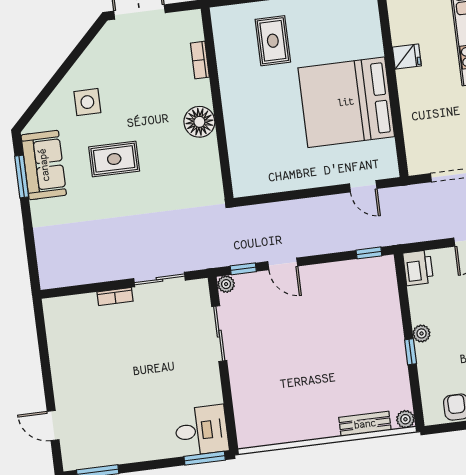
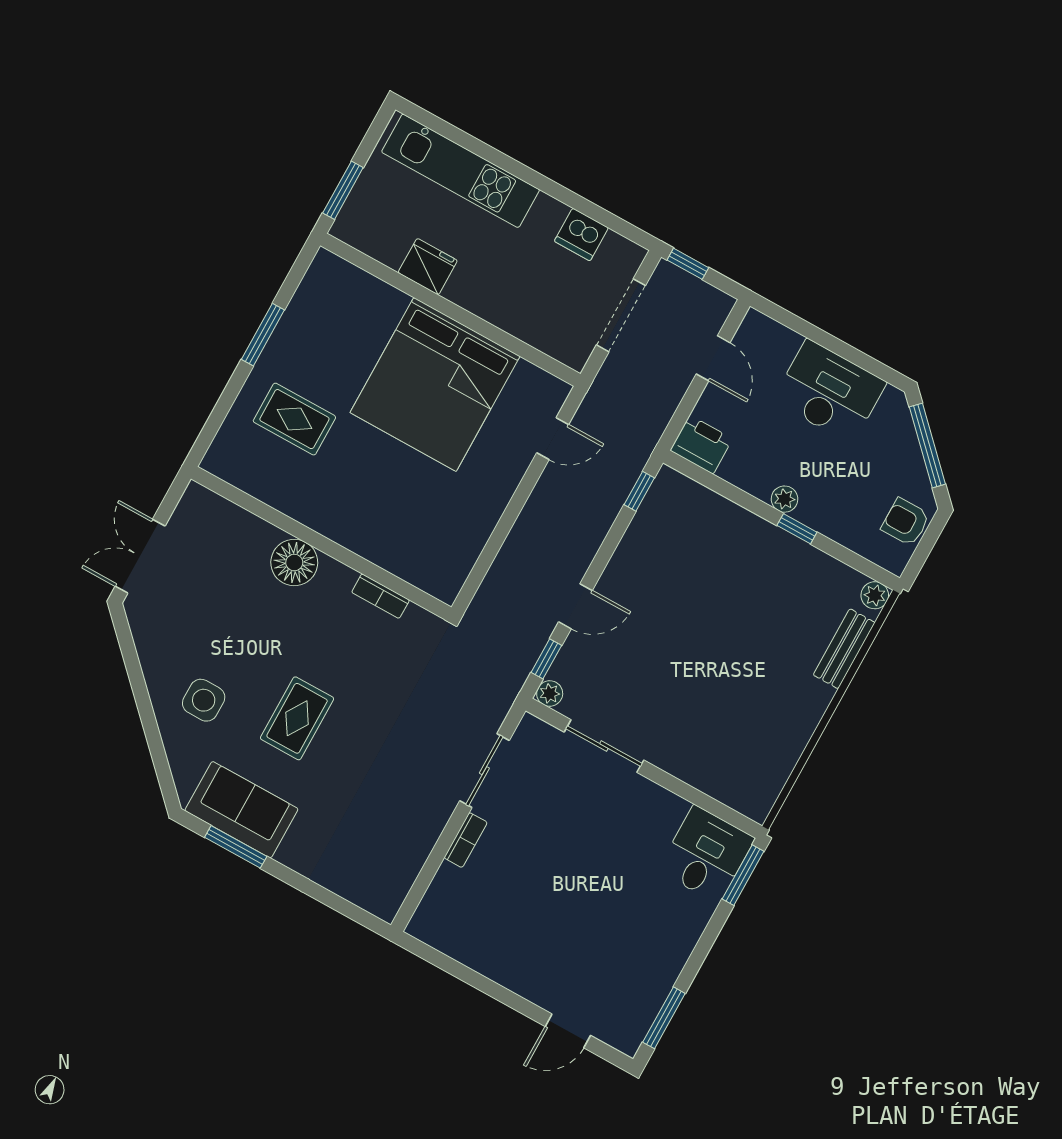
fridge: (407, 57) -> (428, 267), width x1.38
bookcase: (200, 60) -> (381, 596), moved
floor lamp: (199, 122) -> (294, 563), moved

